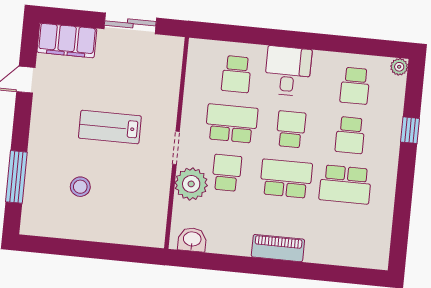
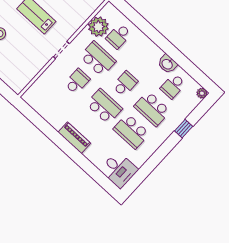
desk: (288, 71) -> (119, 170), moved, turned 90
school desk: (350, 135) -> (152, 109), width x1.85
plant: (191, 184) -> (98, 27), moved
washbasin: (192, 240) -> (167, 64), moved, turned 180

